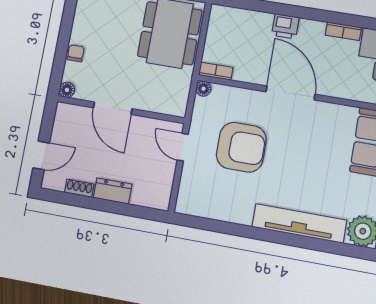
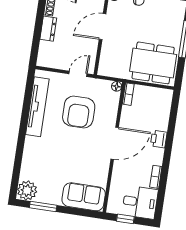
tv unit: (299, 223) -> (37, 107), moved

